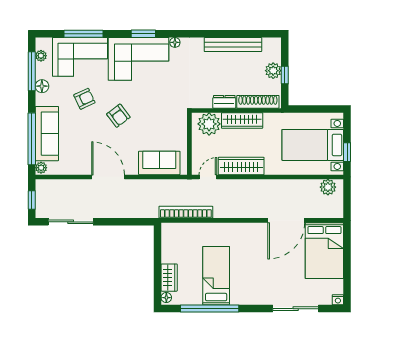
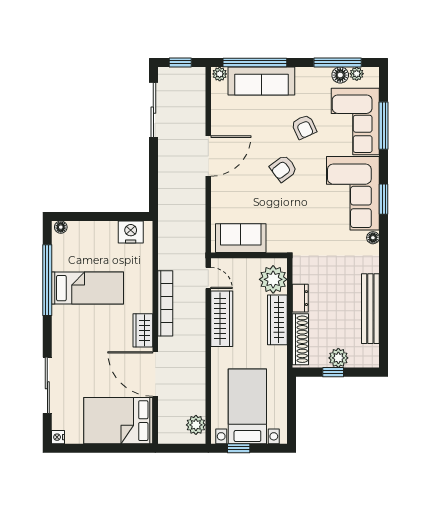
floor lamp: (42, 86) -> (340, 75), moved
sofa: (159, 163) -> (241, 238), moved, turned -90
bookcase: (186, 212) -> (165, 303), moved
nightstand: (170, 240) -> (131, 232), added
wardrobe: (169, 278) -> (143, 330), moved, turned 90

